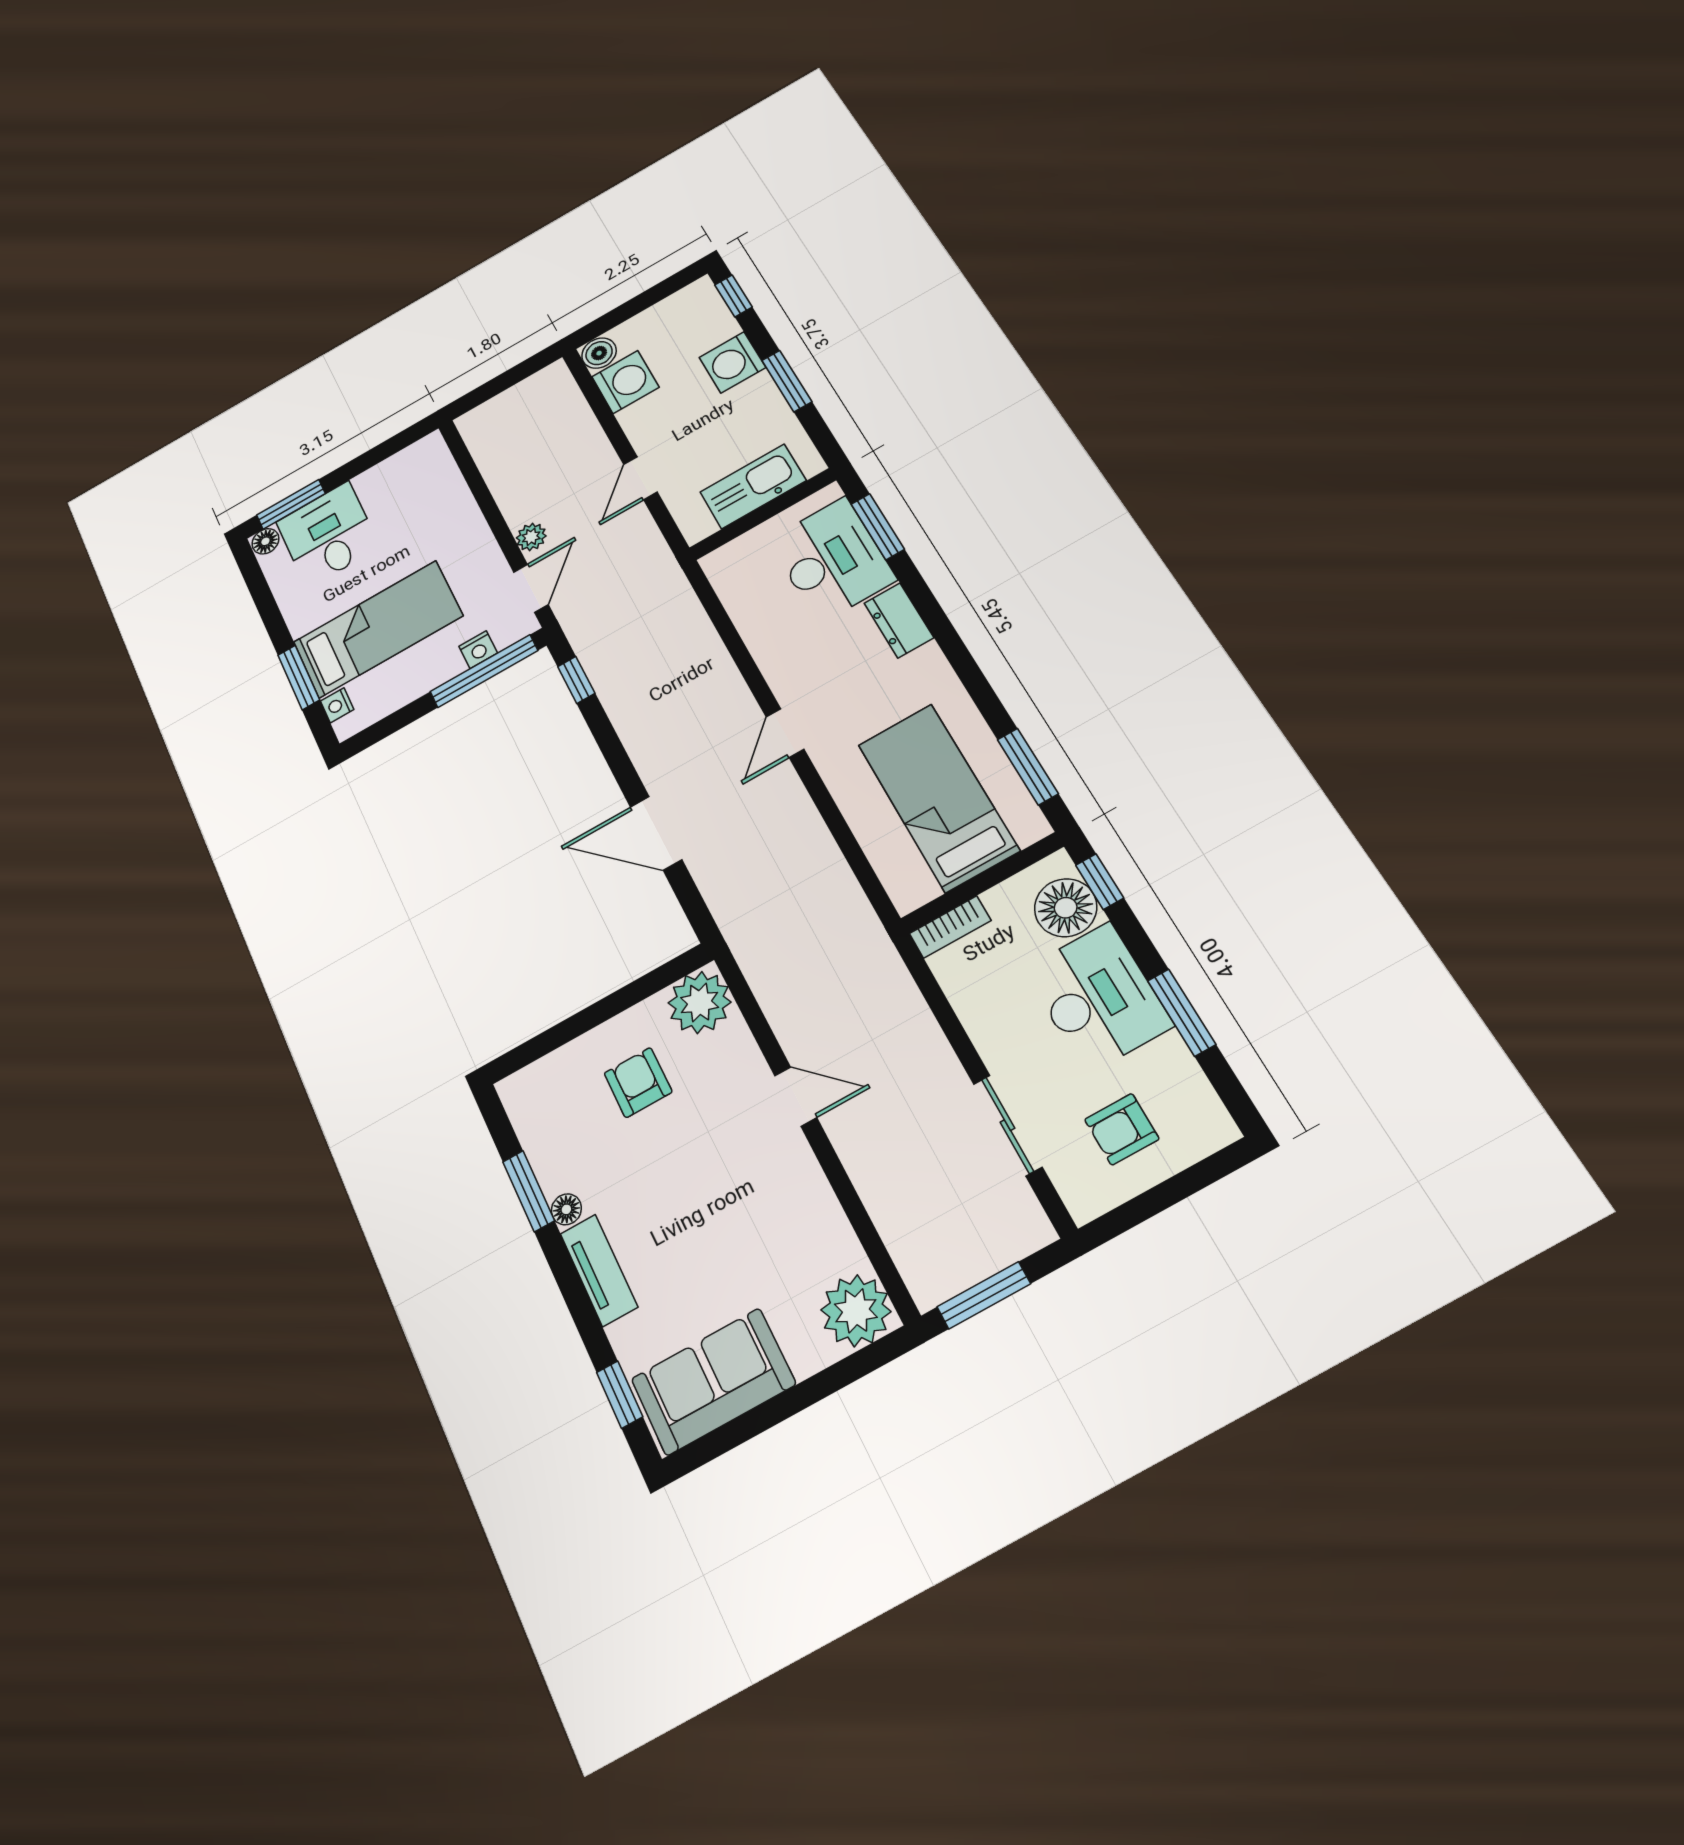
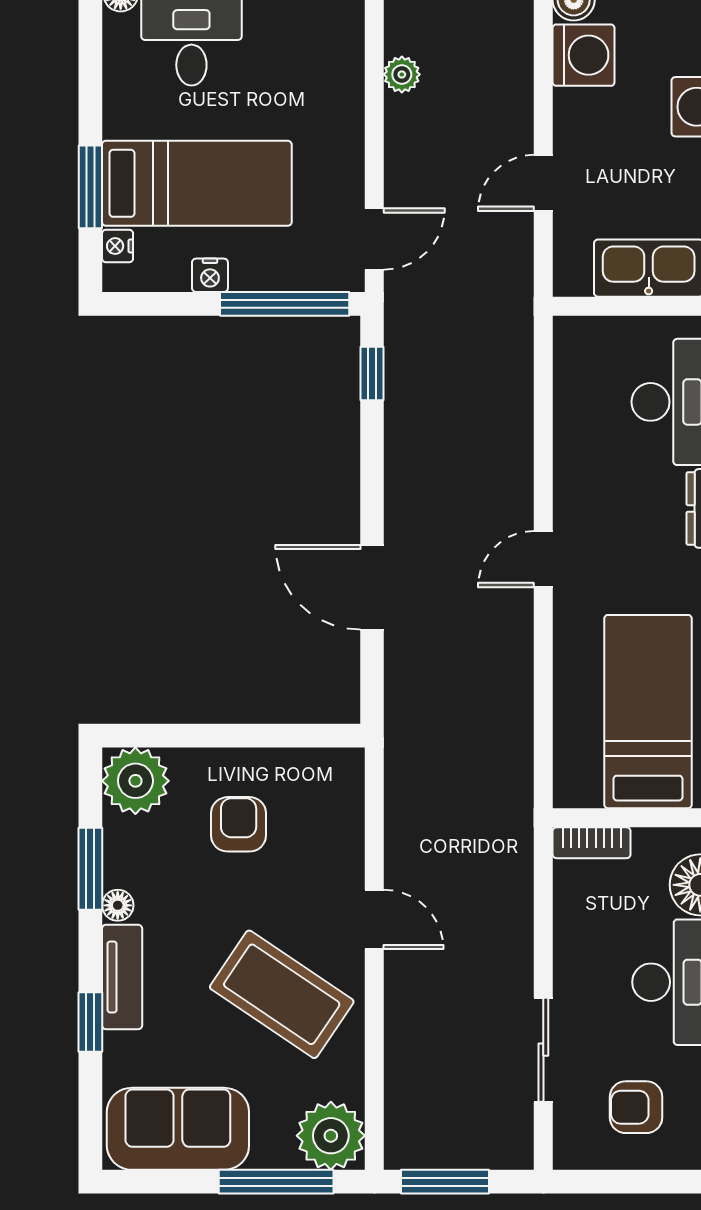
plant: (531, 537) -> (402, 74), moved
nightstand: (478, 650) -> (210, 275), moved
plant: (700, 1002) -> (135, 781), moved
coffee table: (747, 1207) -> (282, 994), added
window: (827, 1382) -> (276, 1182), added
window: (620, 1395) -> (90, 1022), moved

